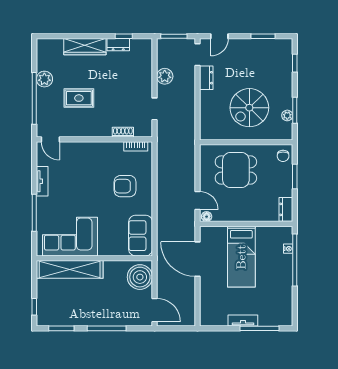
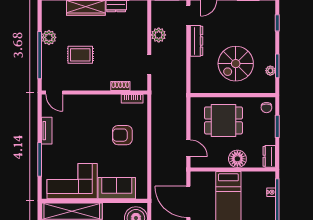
dresser: (206, 78) -> (196, 41), width x1.44
floor lamp: (207, 217) -> (237, 159), moved, width x1.89, depth x1.89
sofa: (141, 236) -> (117, 188), moved, turned 90

